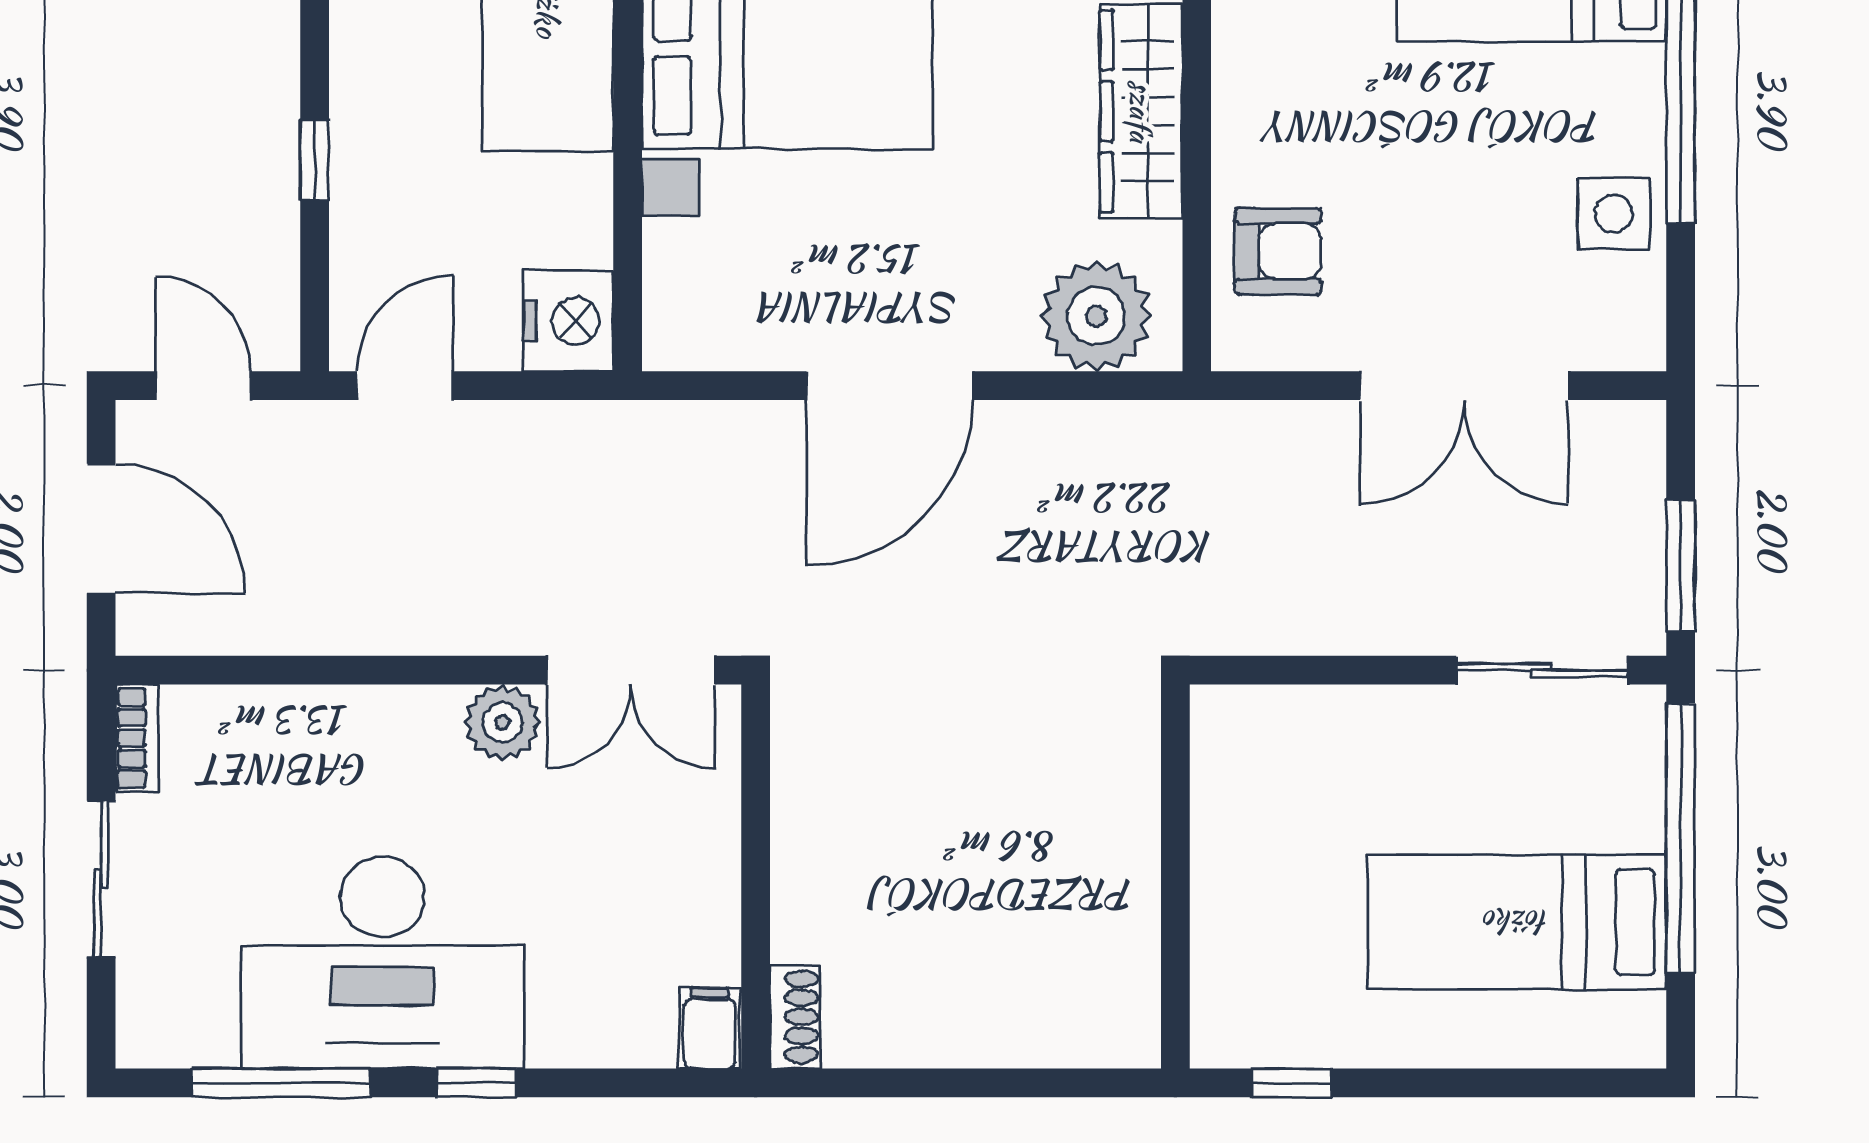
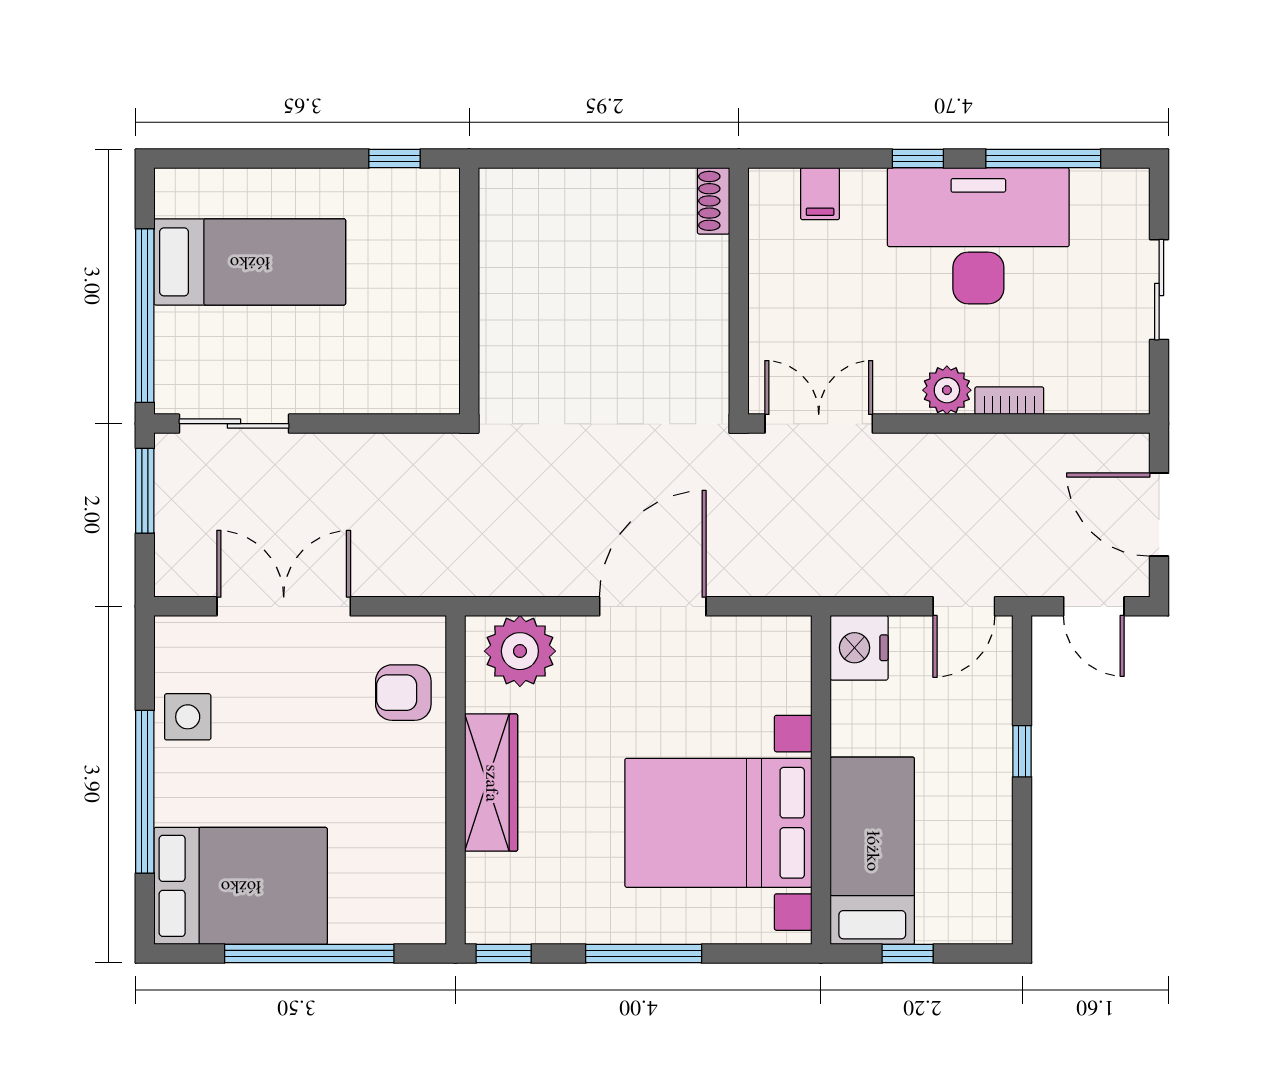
plant: (502, 722) -> (947, 390), moved
bookcase: (137, 738) -> (1009, 401), moved, turned 90
filing cabinet: (710, 1028) -> (820, 194), moved

